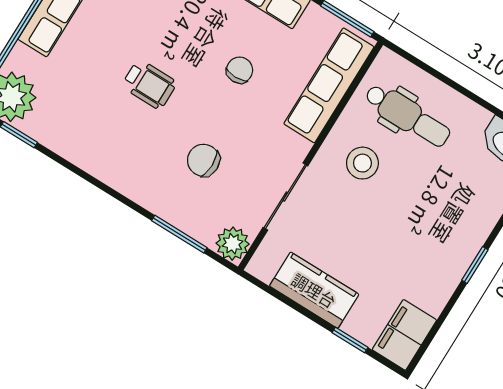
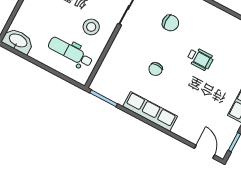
wheelchair: (149, 84) -> (200, 59), turned 180
row of seats: (329, 85) -> (111, 64), removed

